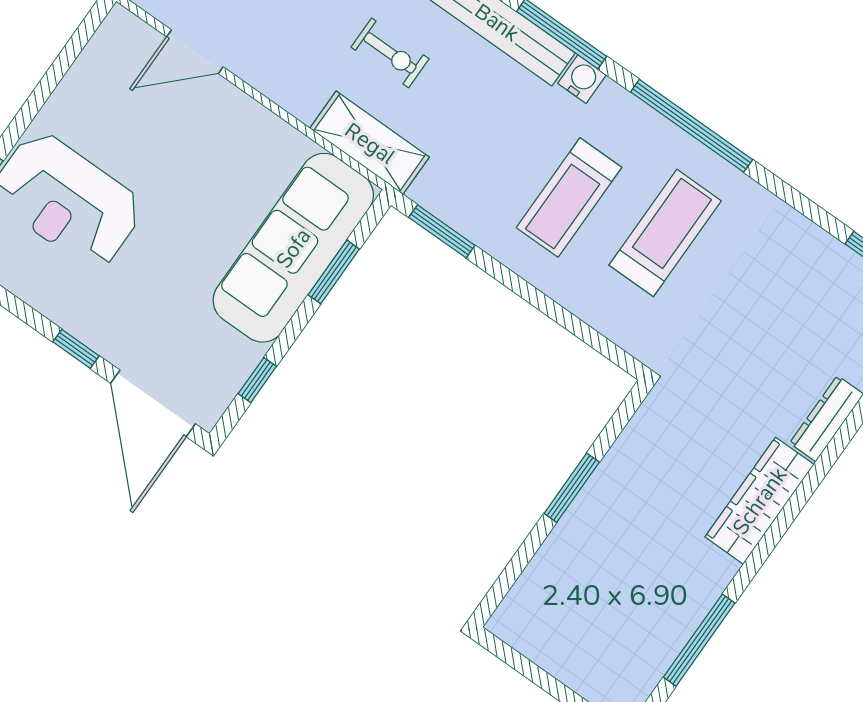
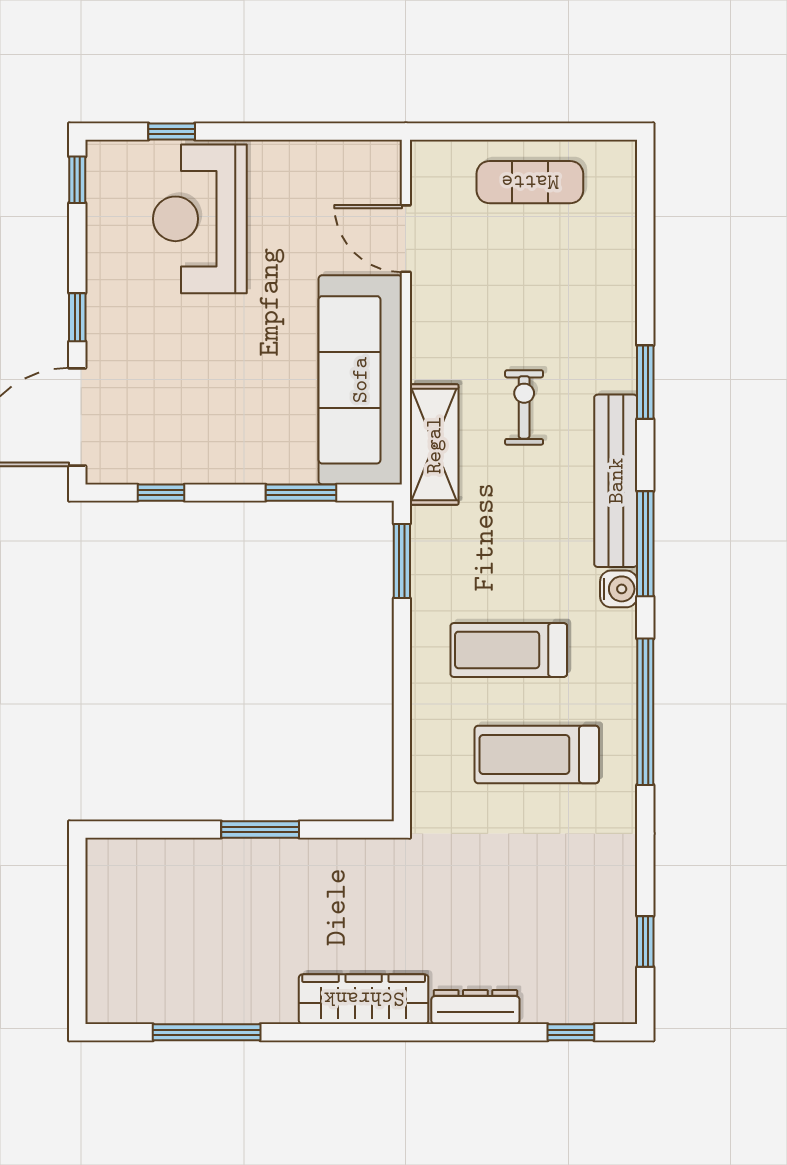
exercise bike: (390, 53) -> (524, 407), turned 180
treadmill: (665, 233) -> (537, 754), turned 180
sofa: (293, 248) -> (360, 380), moved, turned -90

